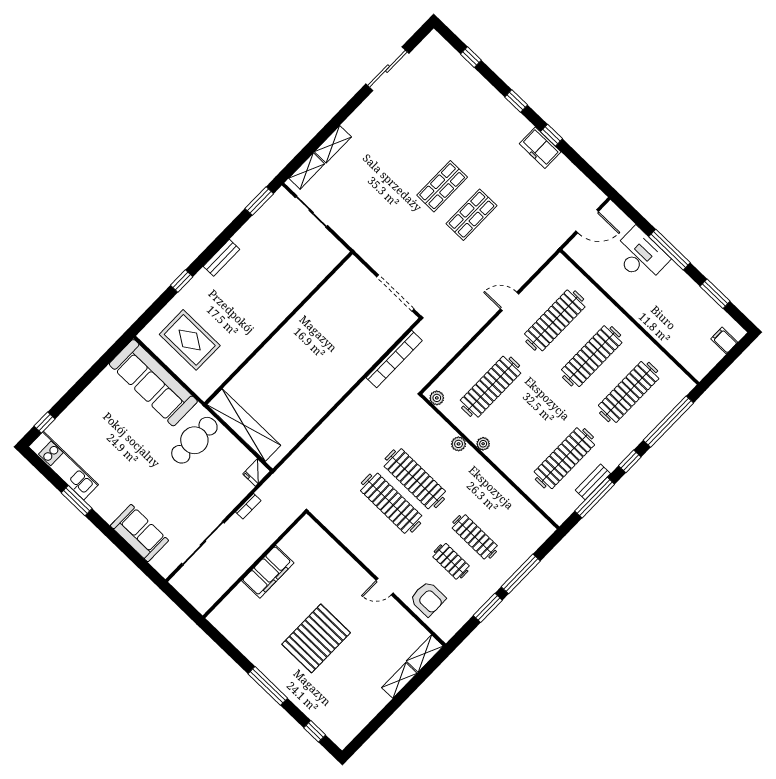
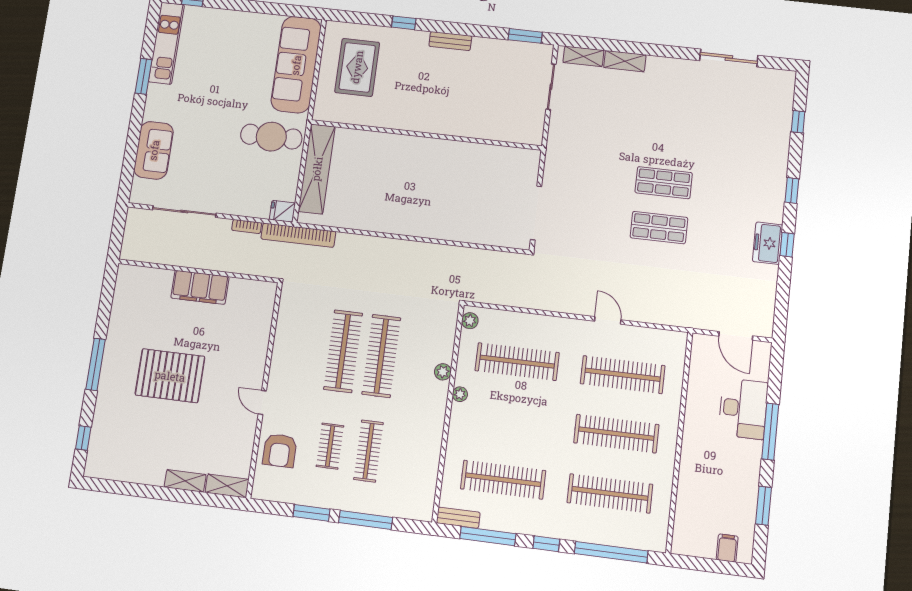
bookcase: (394, 359) -> (298, 235), moved
bench: (593, 482) -> (458, 518), moved

